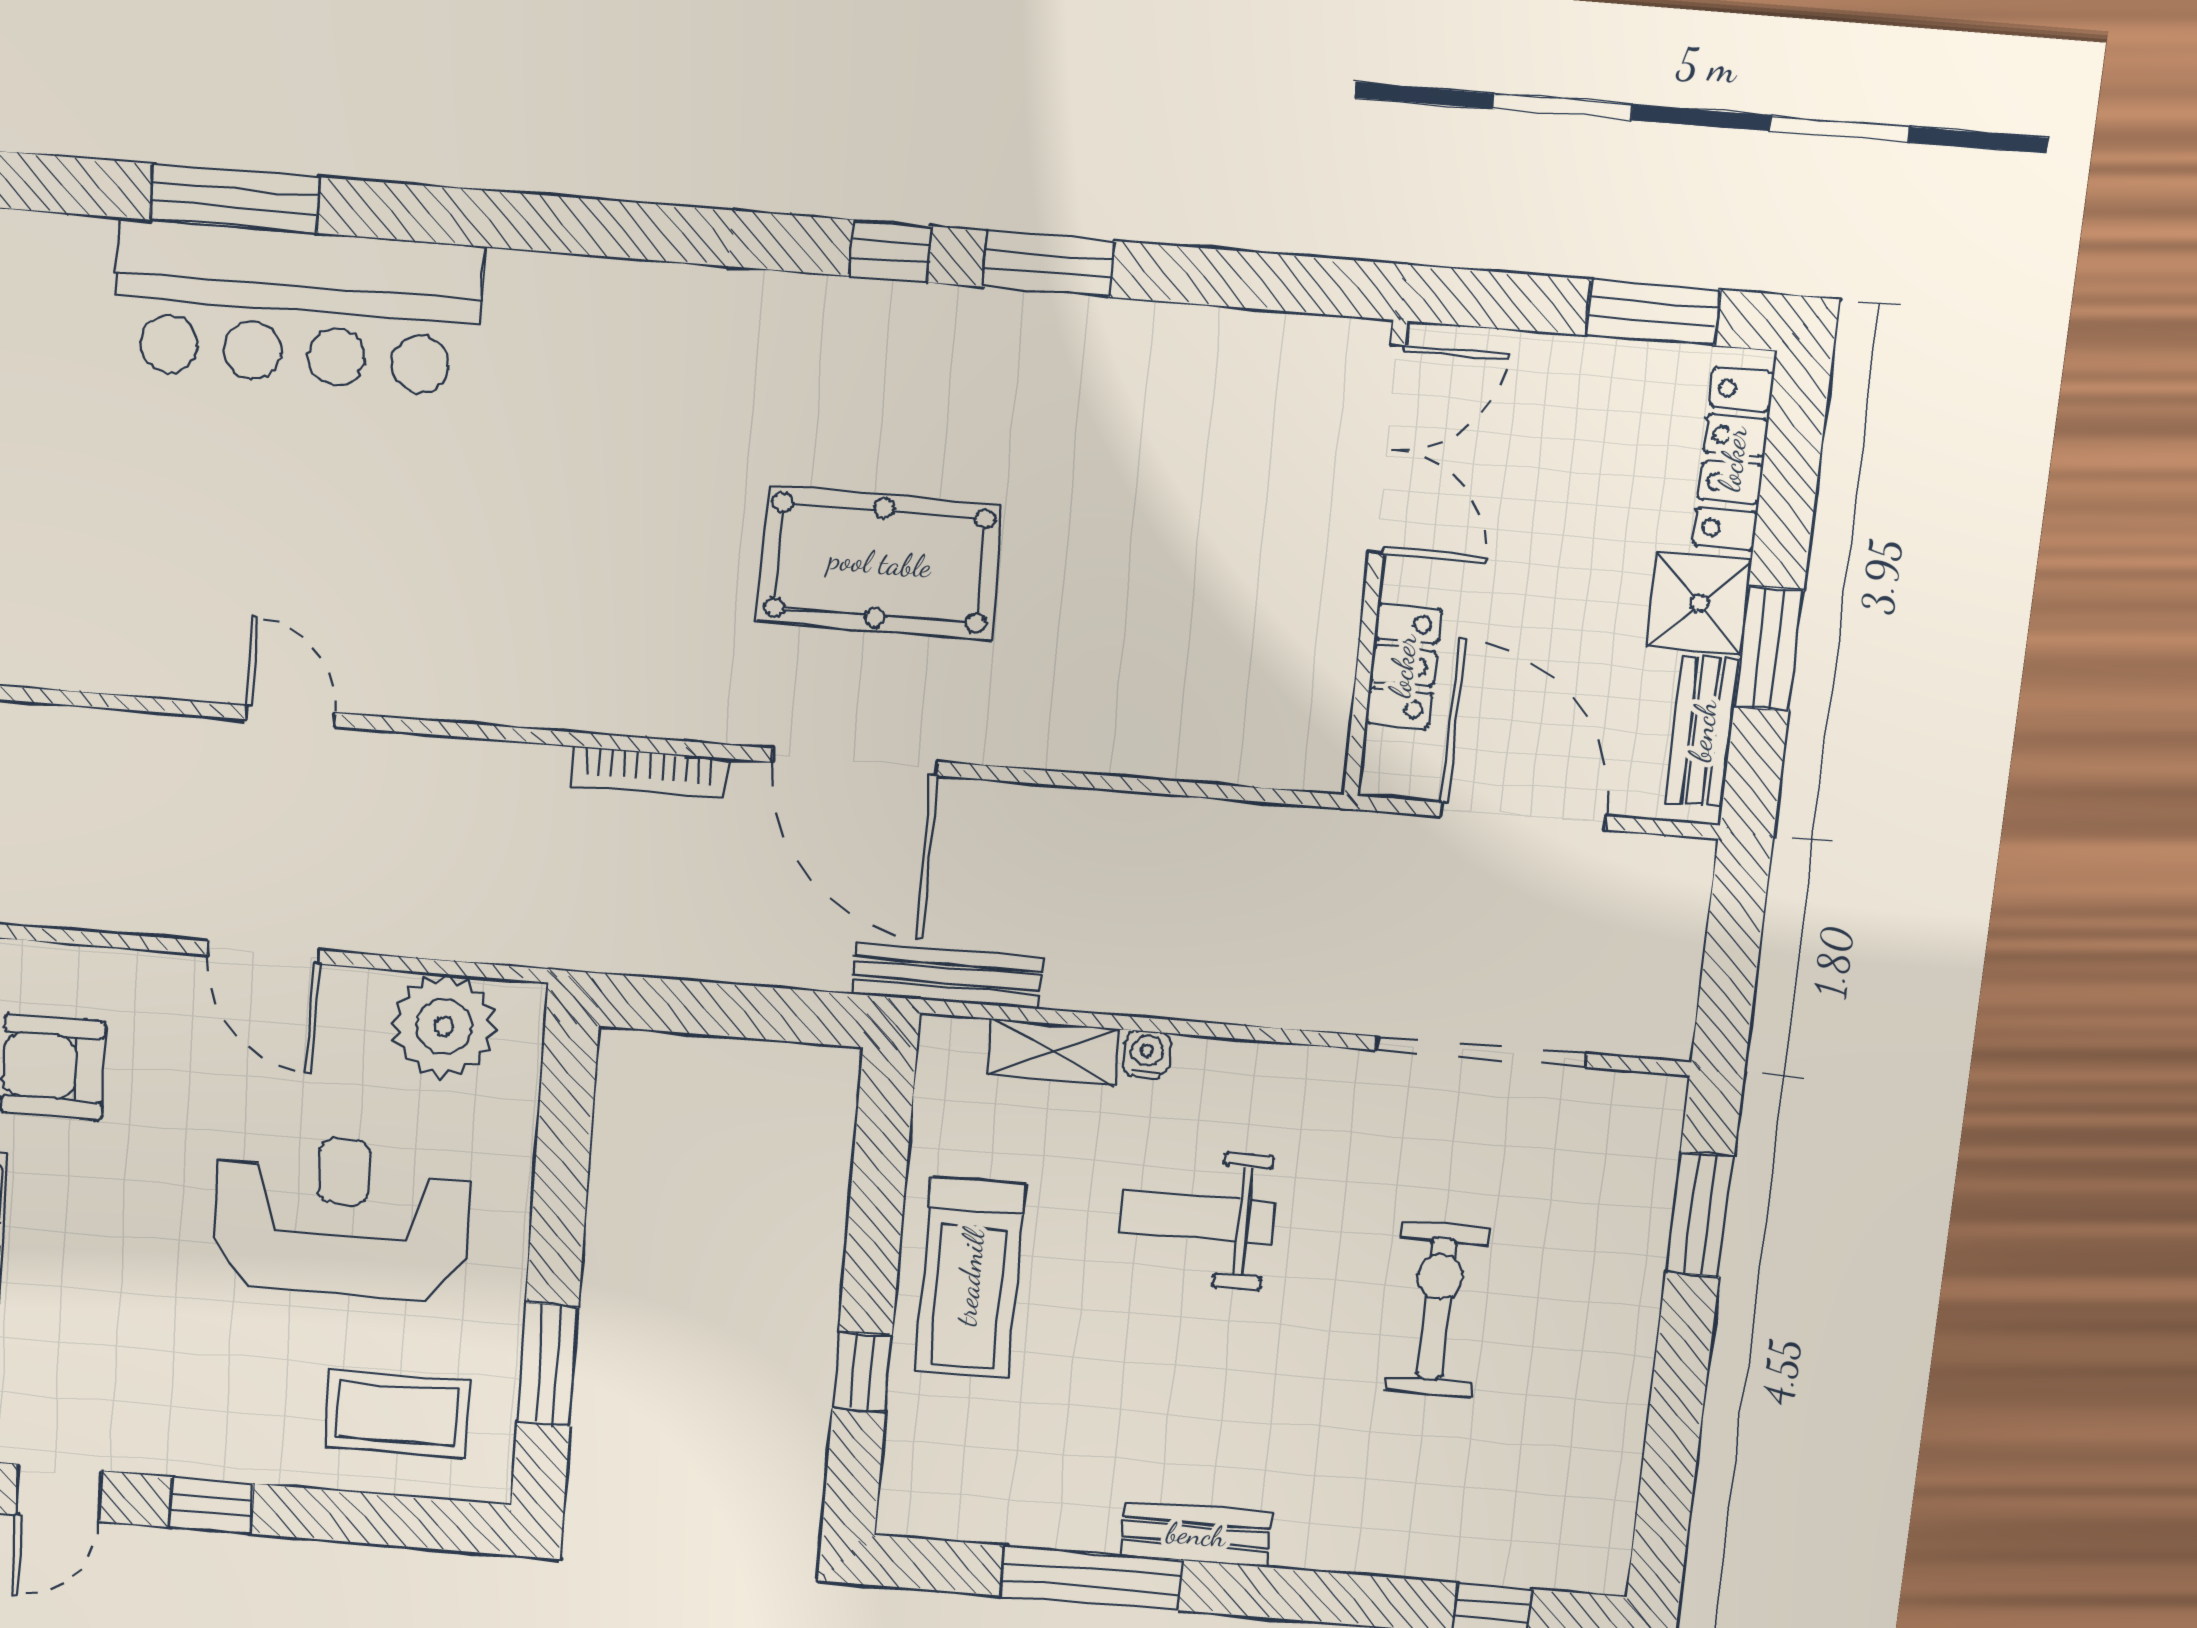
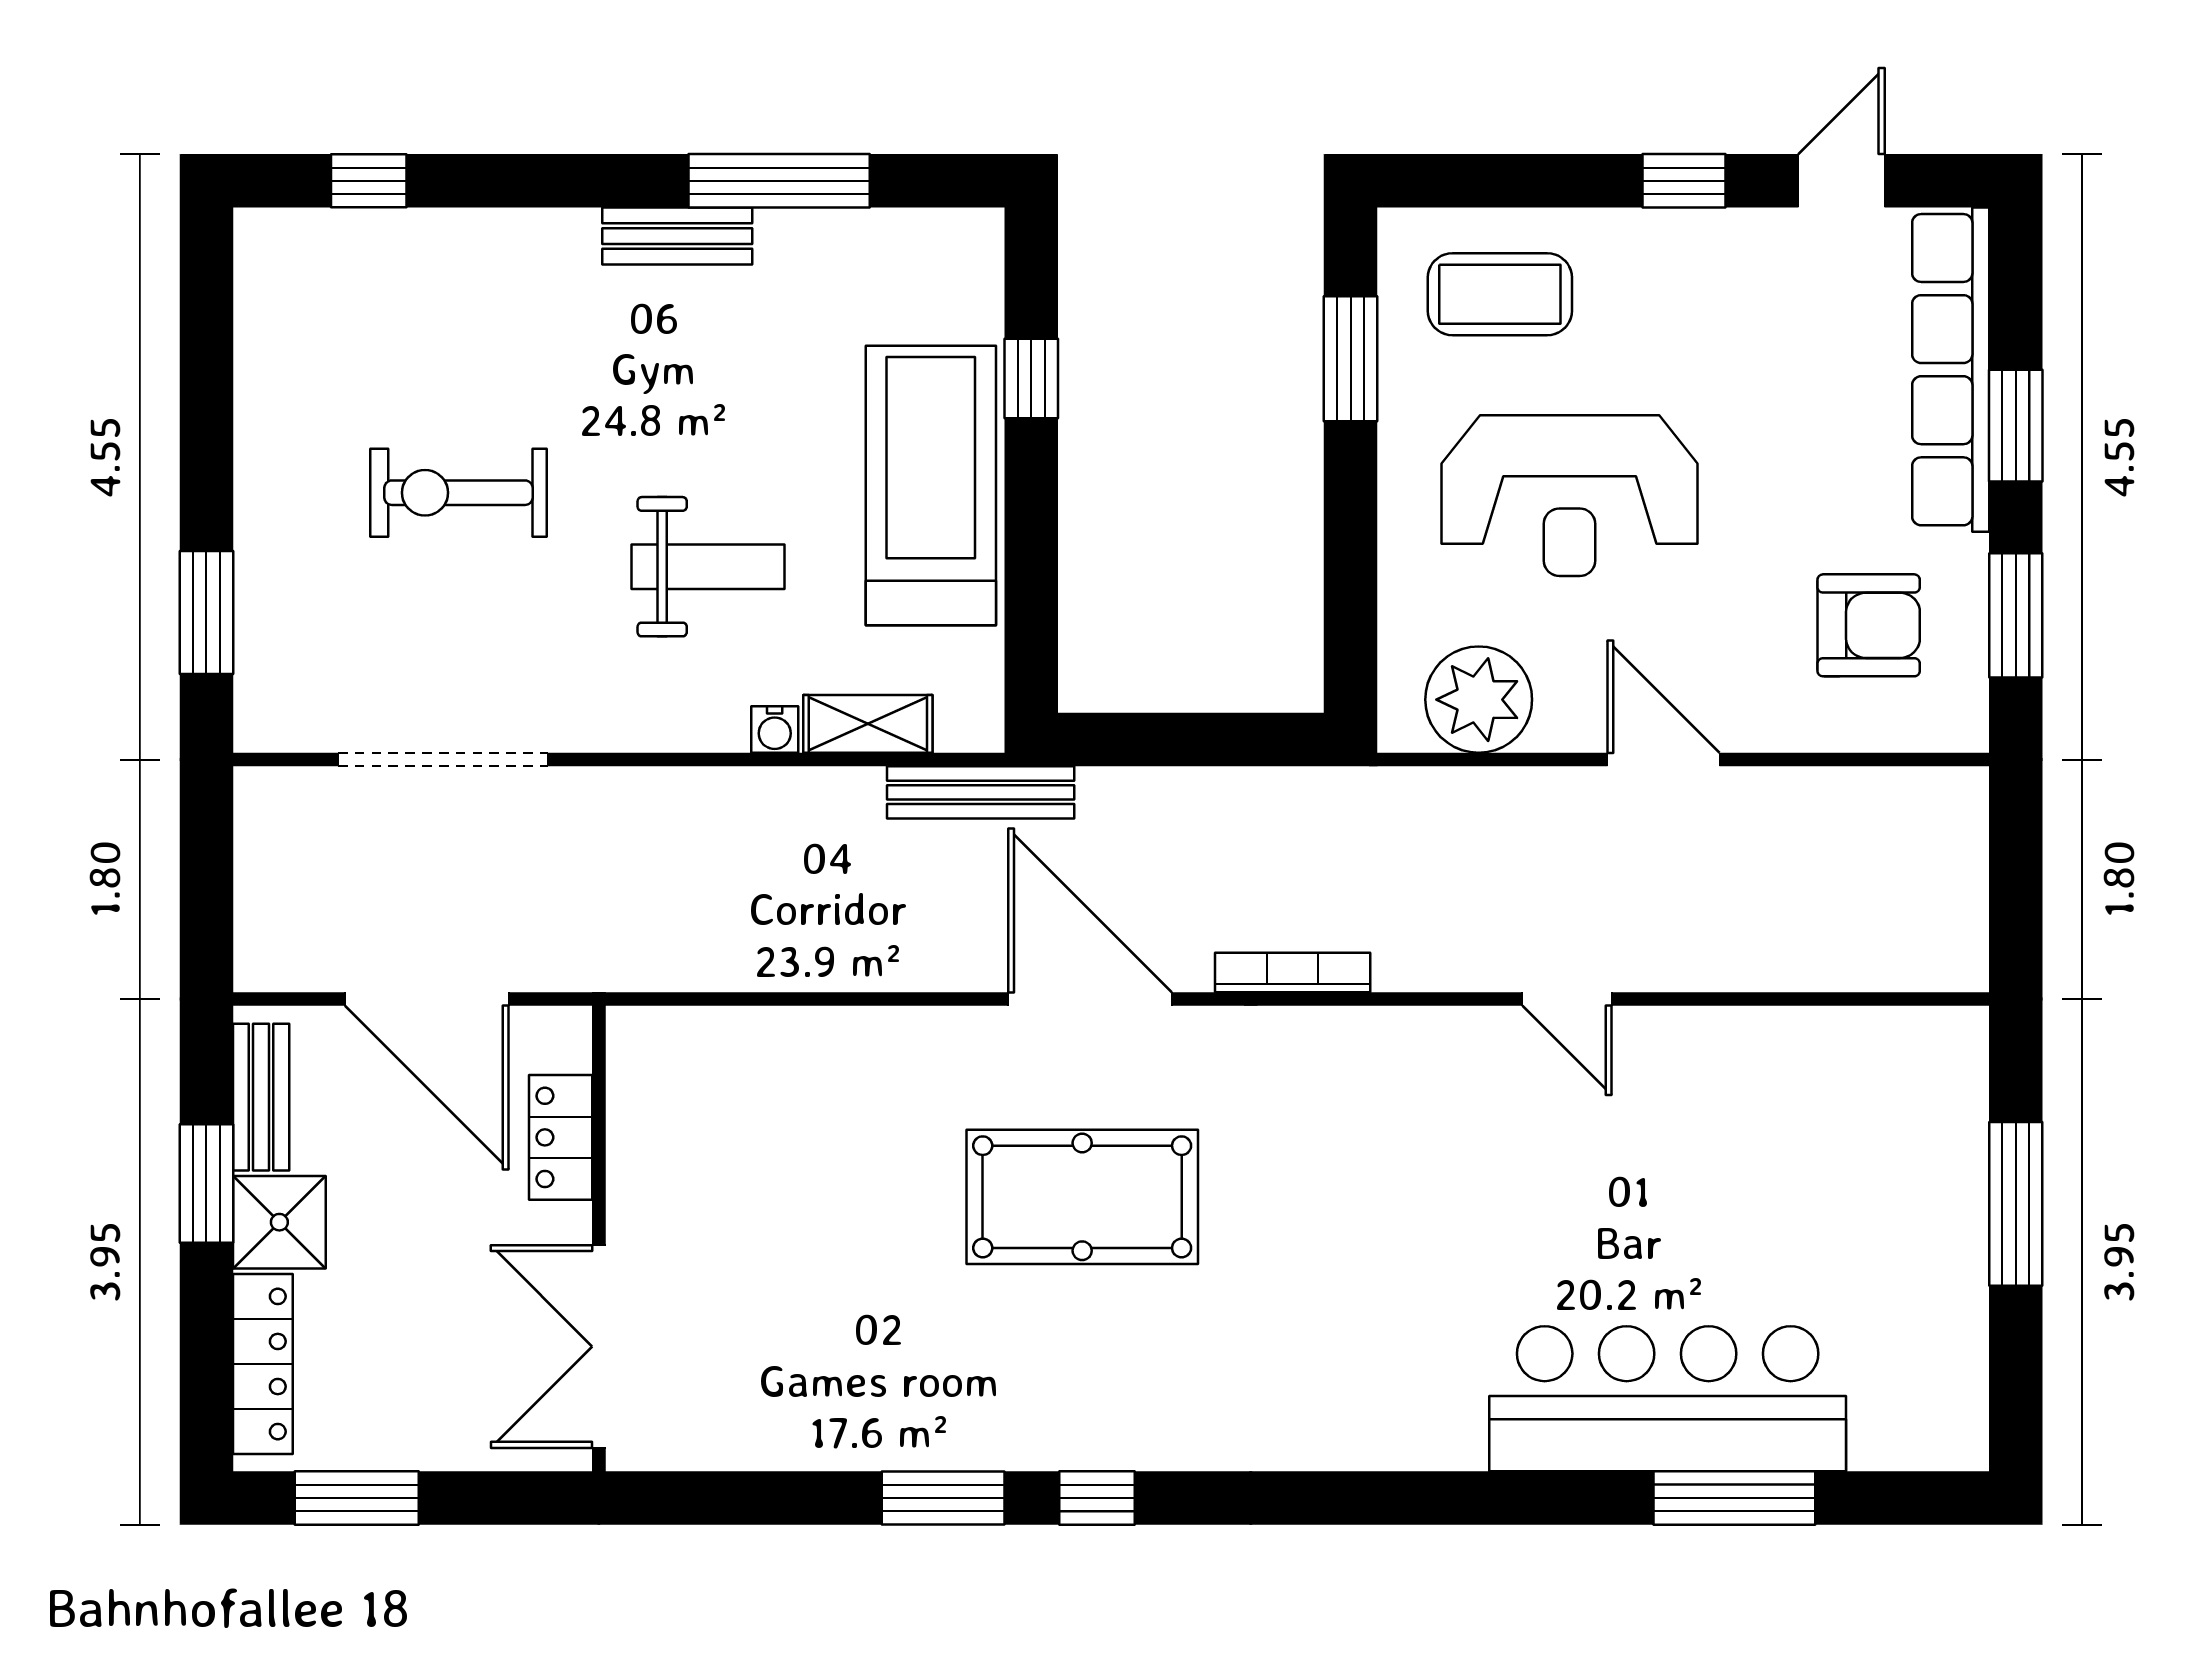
door: (290, 716) -> (1567, 999), moved
treadmill: (970, 1278) -> (931, 486), width x1.37, depth x1.38
exercise bike: (1437, 1309) -> (458, 493), turned 90

